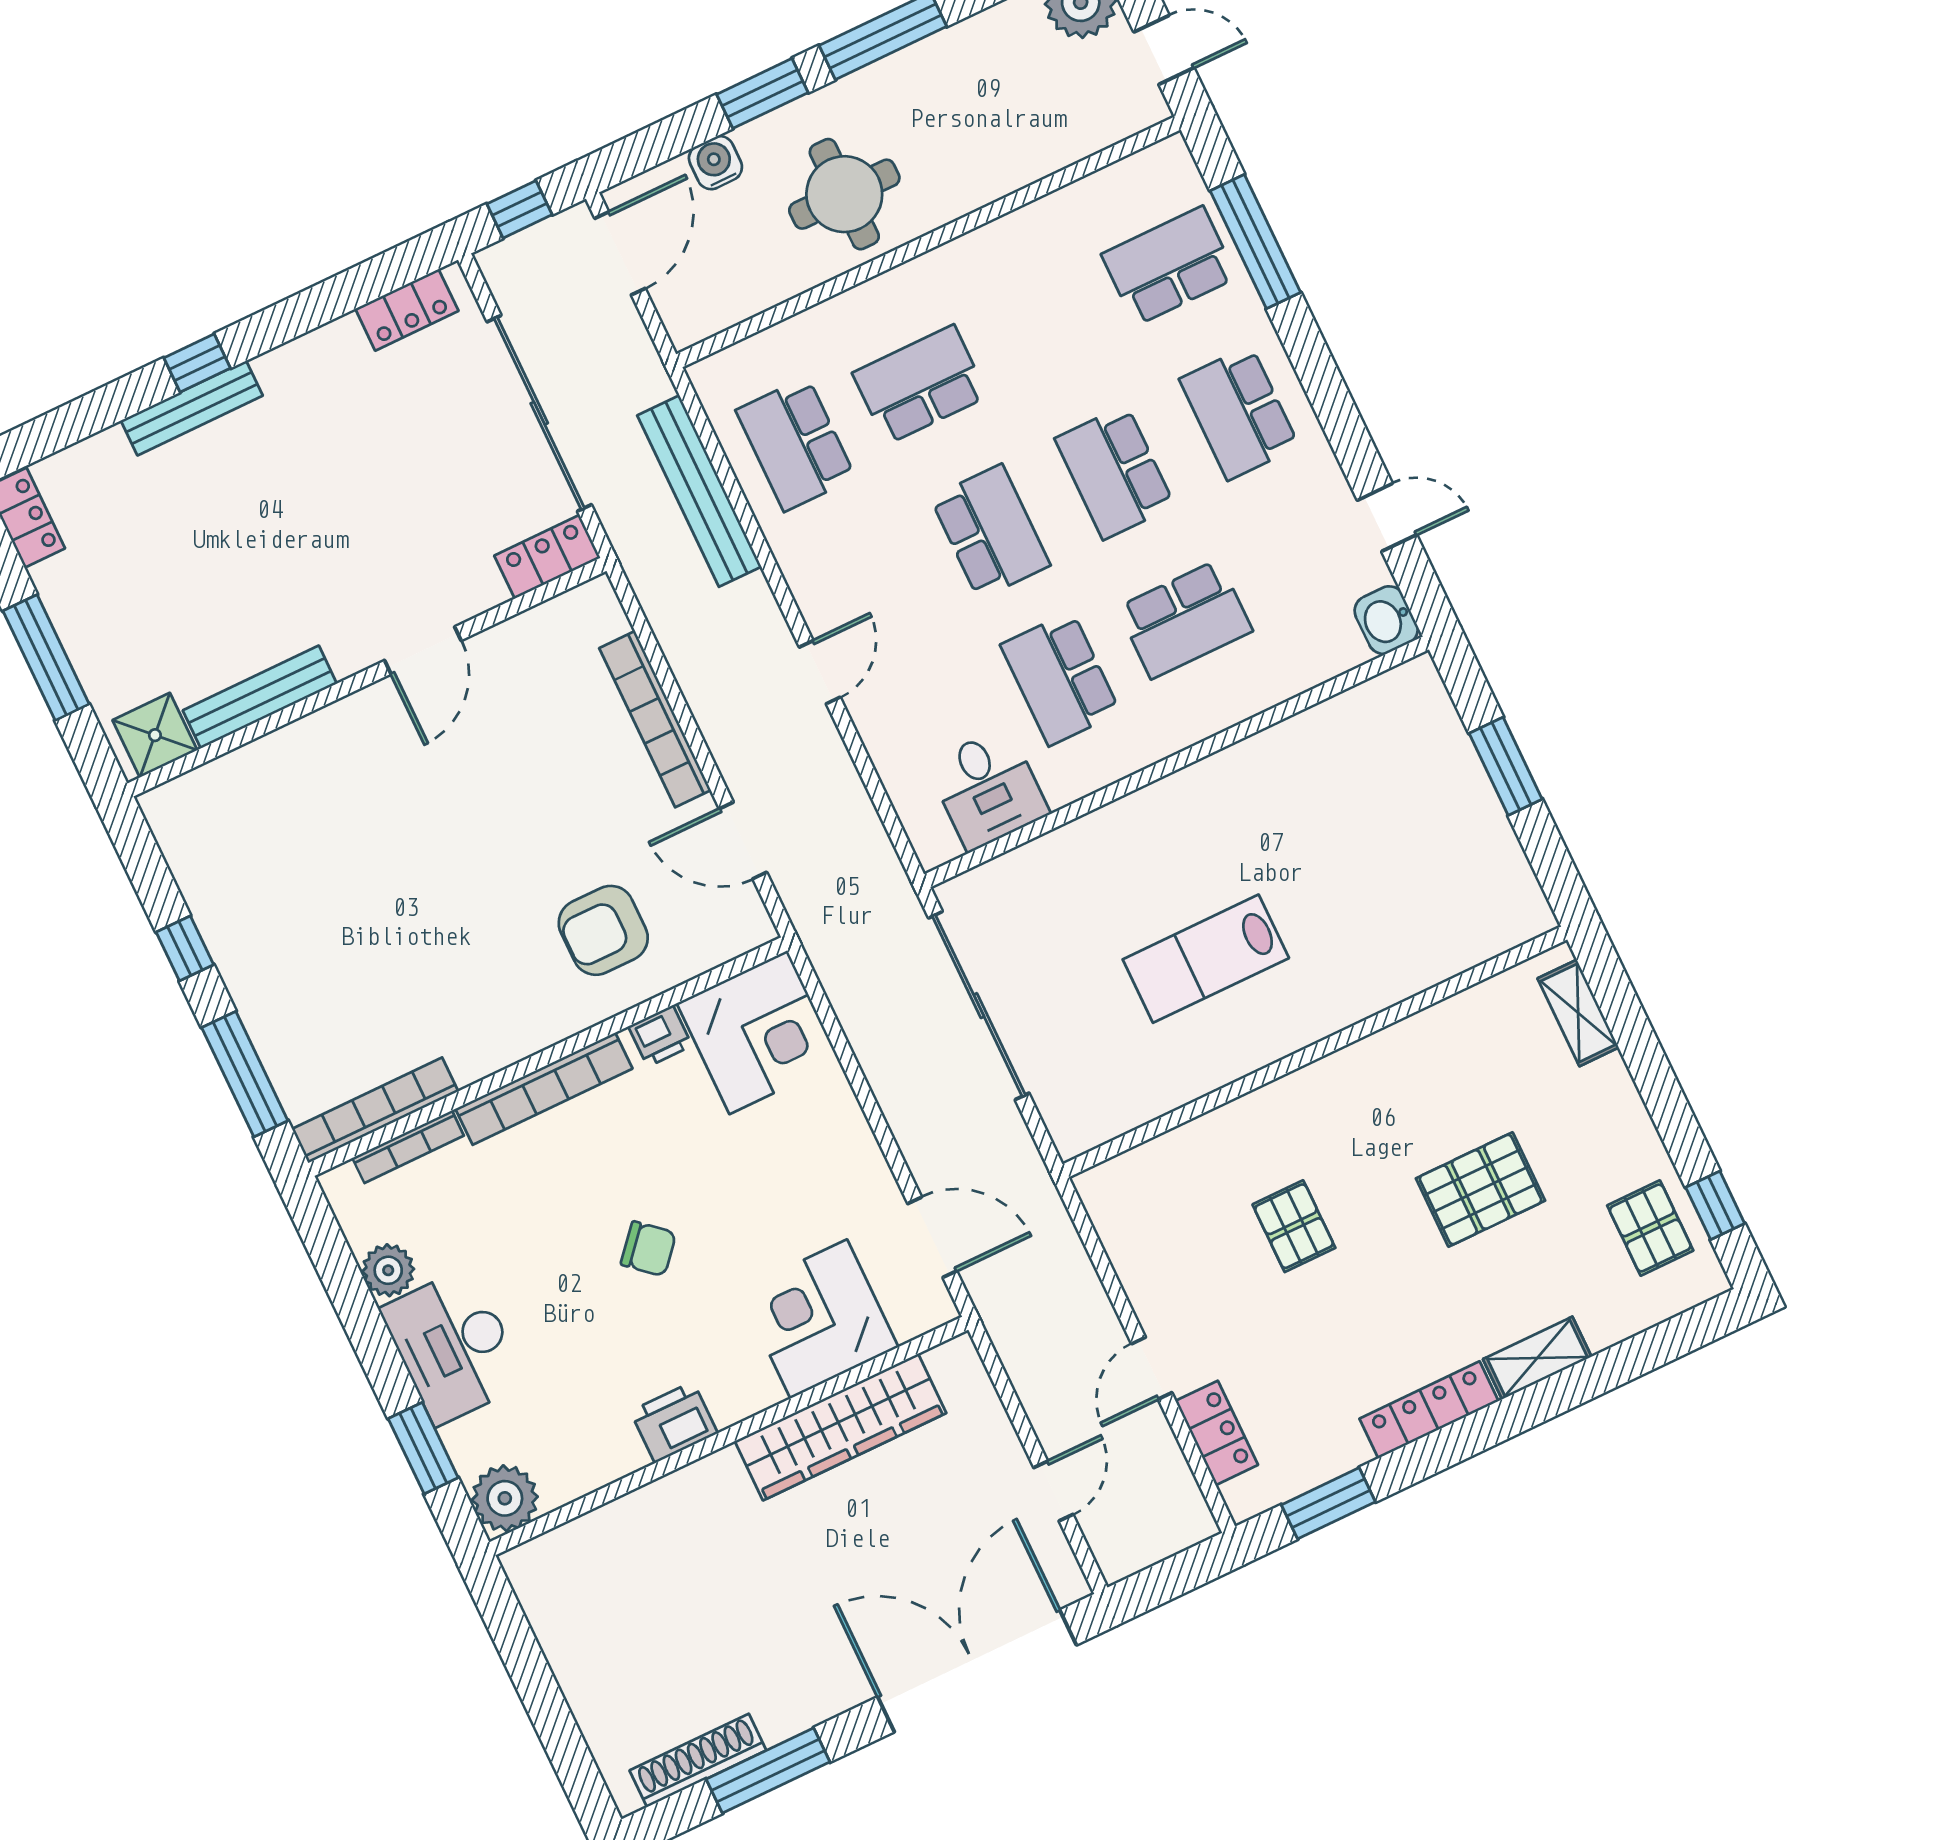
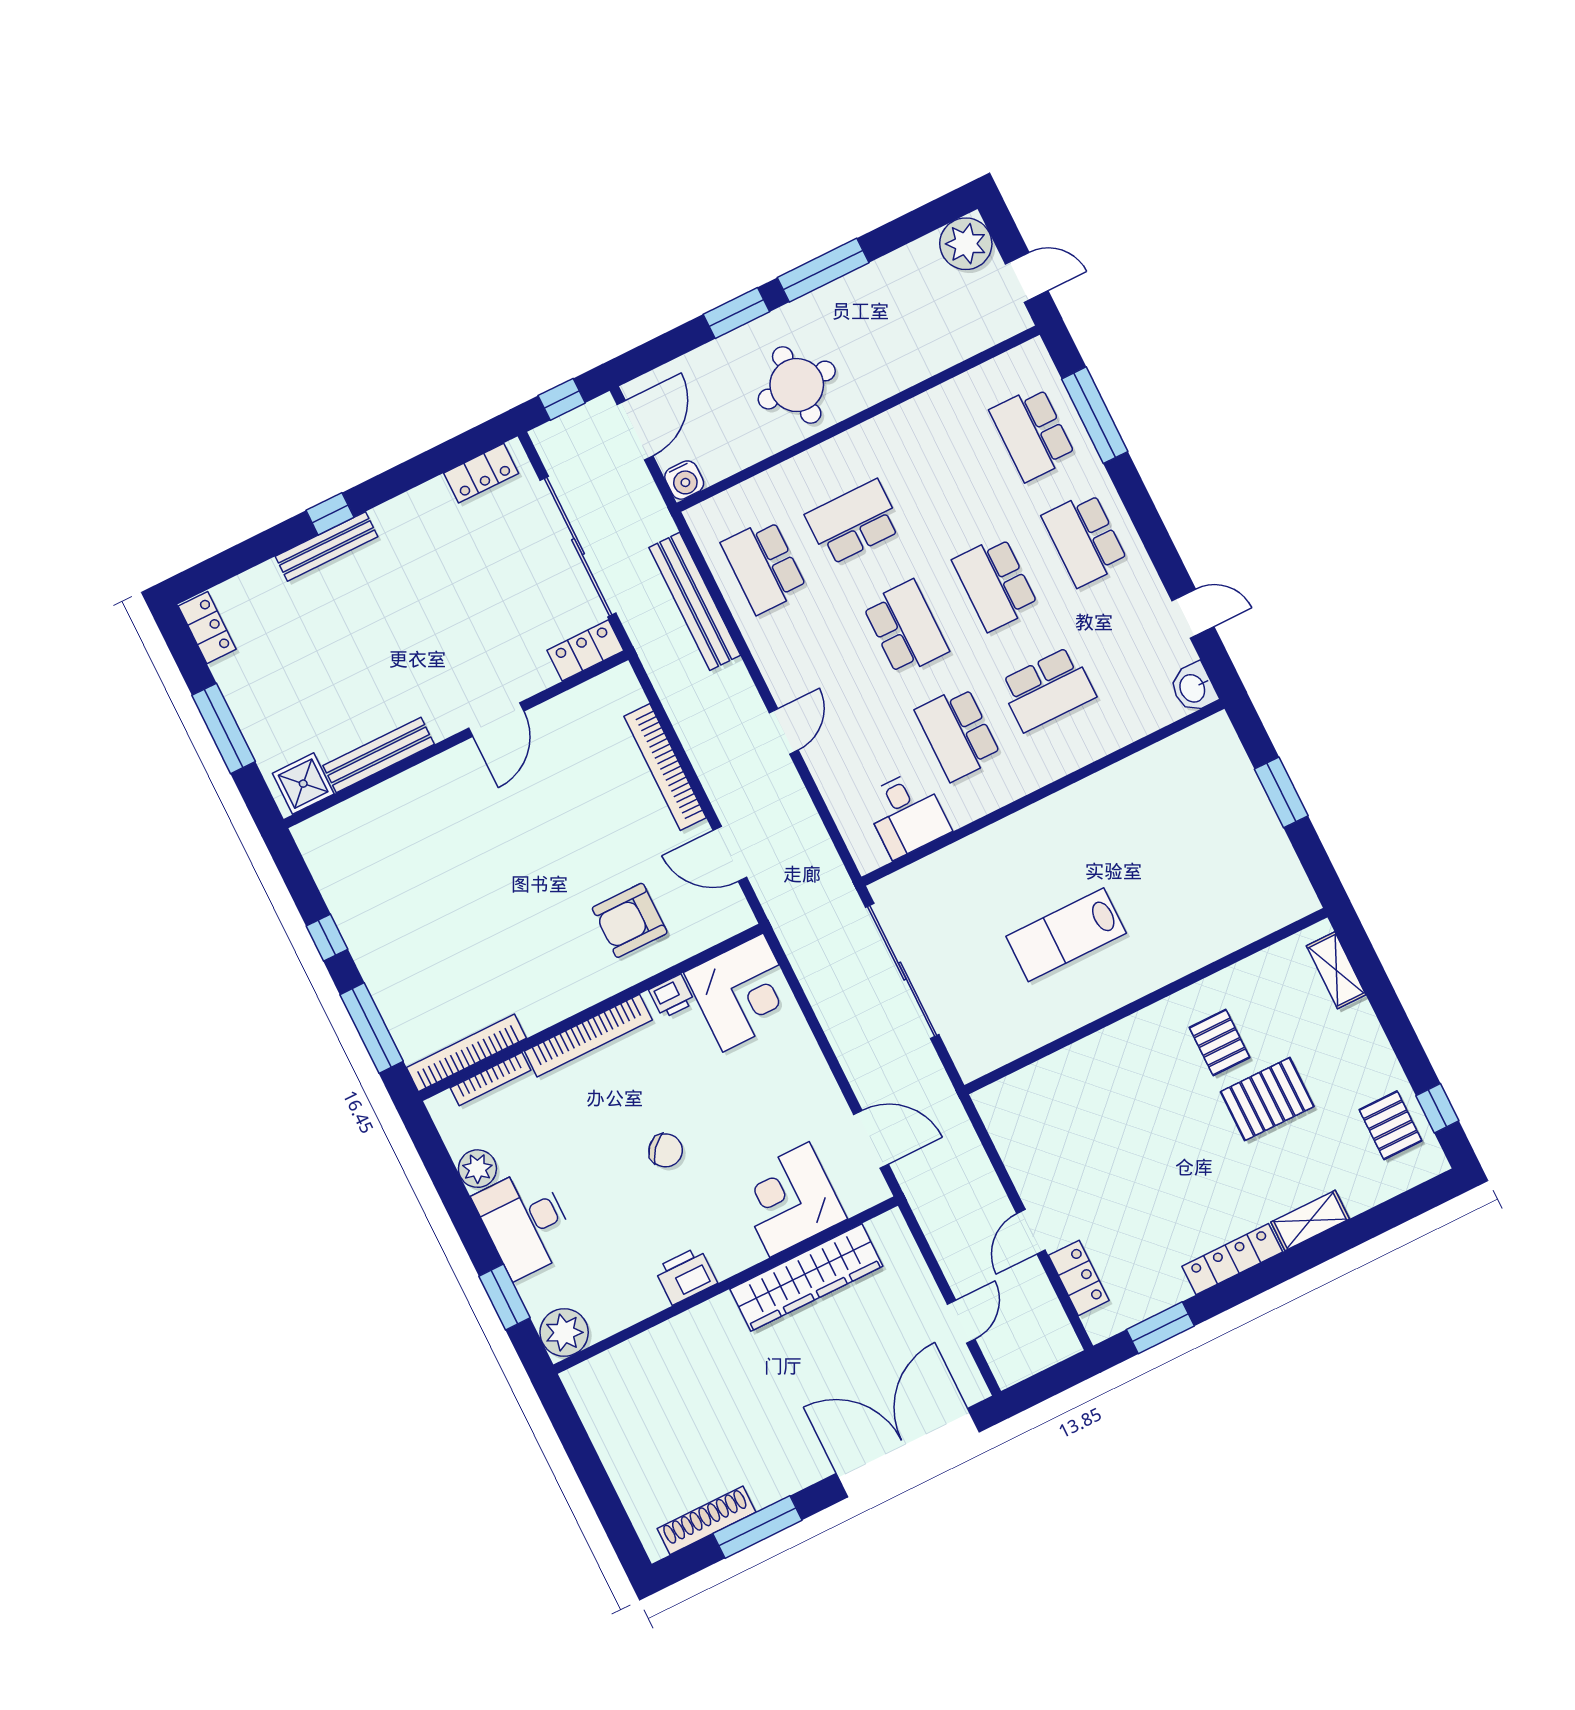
water cooler: (715, 163) -> (684, 480), moved, turned 180
school desk: (1169, 266) -> (1033, 434), turned -90
pallet: (1294, 1226) -> (1219, 1042), moved

